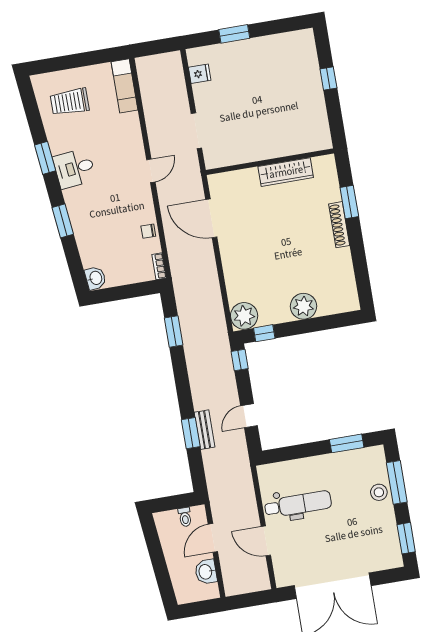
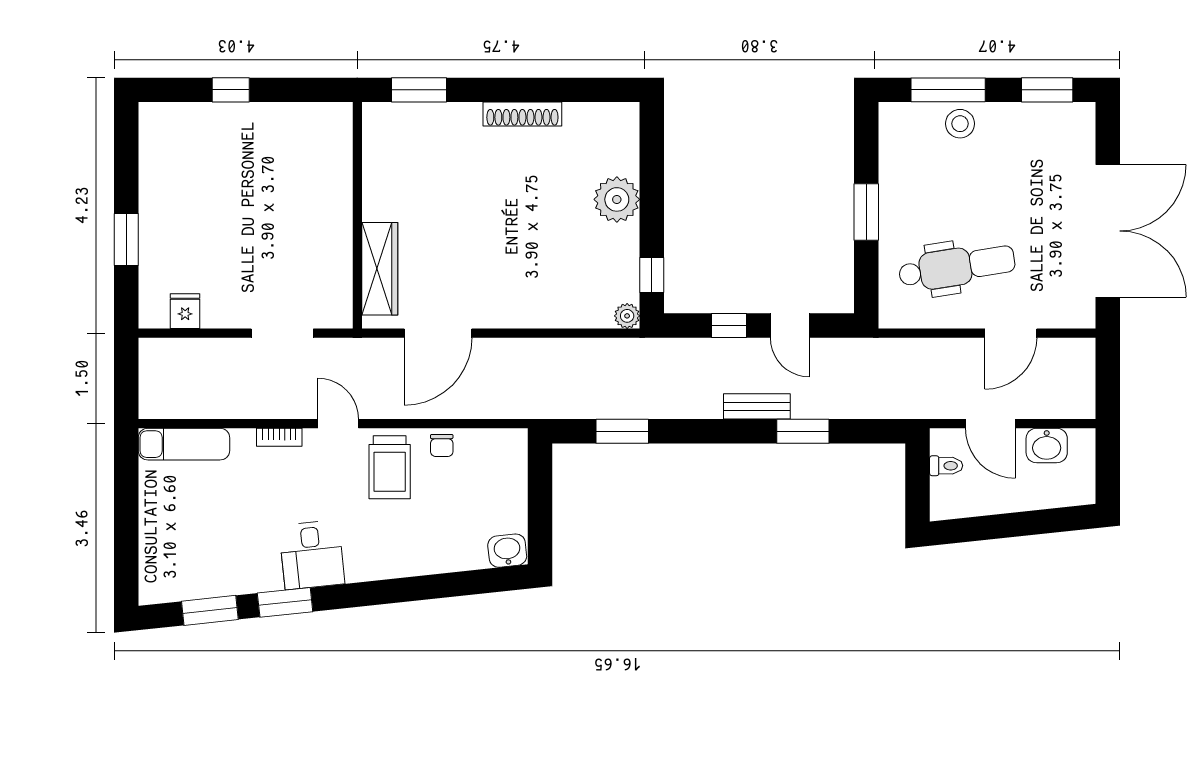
trolley: (70, 102) -> (390, 467), moved
wardrobe: (286, 172) -> (380, 269), moved
window: (349, 202) -> (419, 90), moved
window: (63, 221) -> (210, 610), moved
shoe rack: (339, 225) -> (522, 114), moved
bookcase: (159, 266) -> (279, 437), moved
plant: (244, 316) -> (627, 316), width x0.53, depth x0.53
window: (240, 360) -> (729, 325), moved
bench: (205, 430) -> (757, 406), moved
window: (347, 443) -> (866, 212), moved
dental chair: (298, 504) -> (957, 267), turned 81

